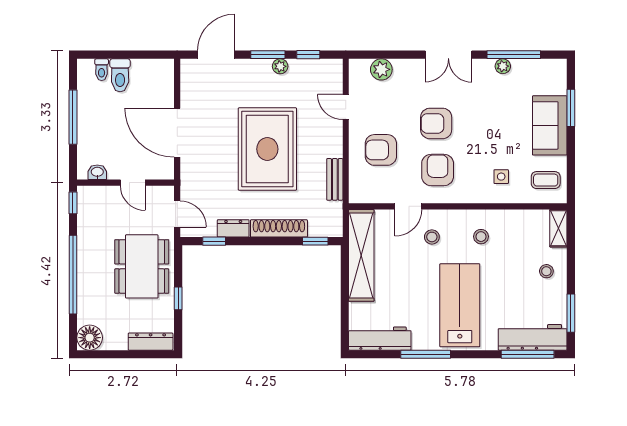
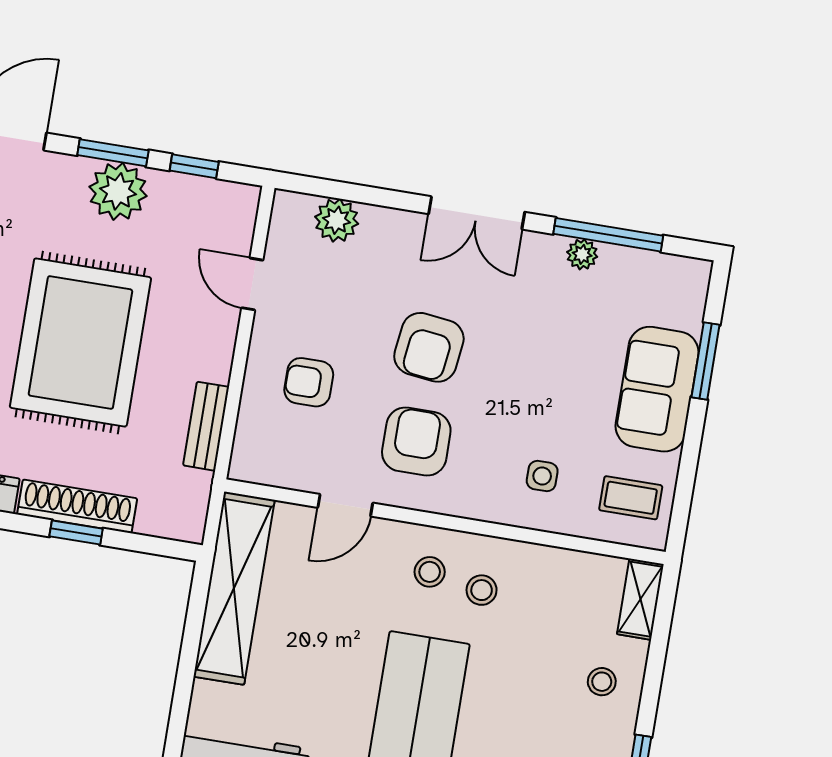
plant: (280, 66) -> (118, 191), width x1.87, depth x1.87
armchair: (436, 123) -> (429, 347), turned -83
armchair: (381, 150) -> (309, 382), width x0.72, depth x0.72
stool: (432, 237) -> (430, 572), moved
window: (315, 241) -> (76, 533), moved

